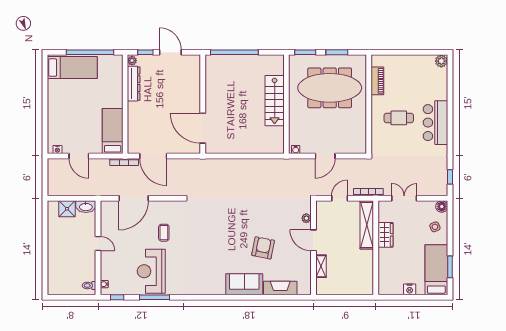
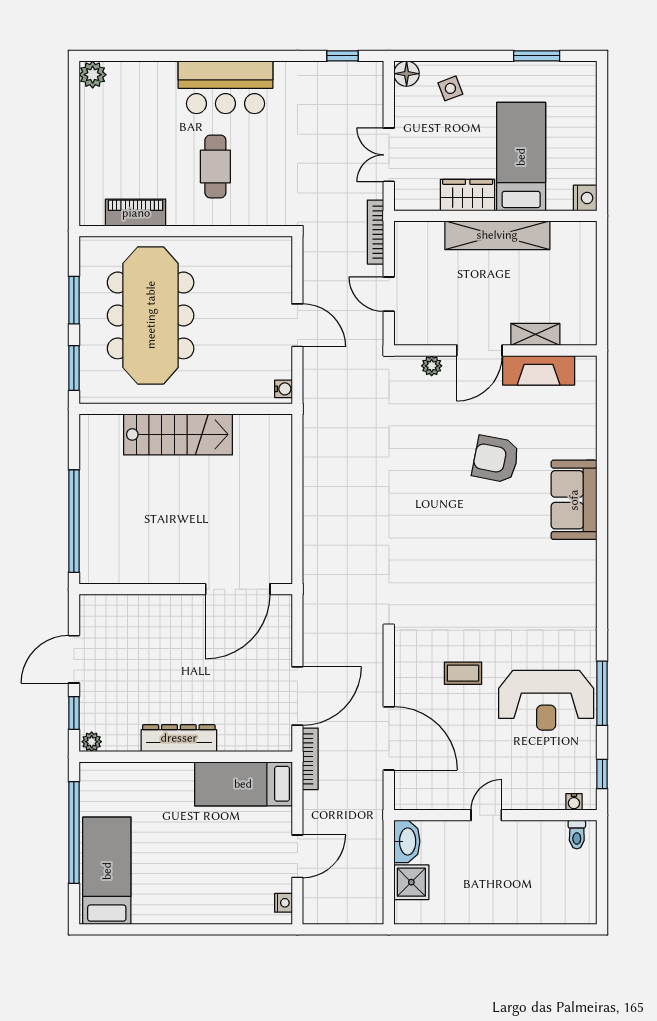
dresser: (134, 84) -> (179, 738), moved
shelving: (367, 225) -> (497, 235), moved
bed: (436, 270) -> (521, 157), moved, turned 90
fireplace: (280, 288) -> (539, 370), moved, turned -90
nightstand: (410, 289) -> (585, 198), moved

